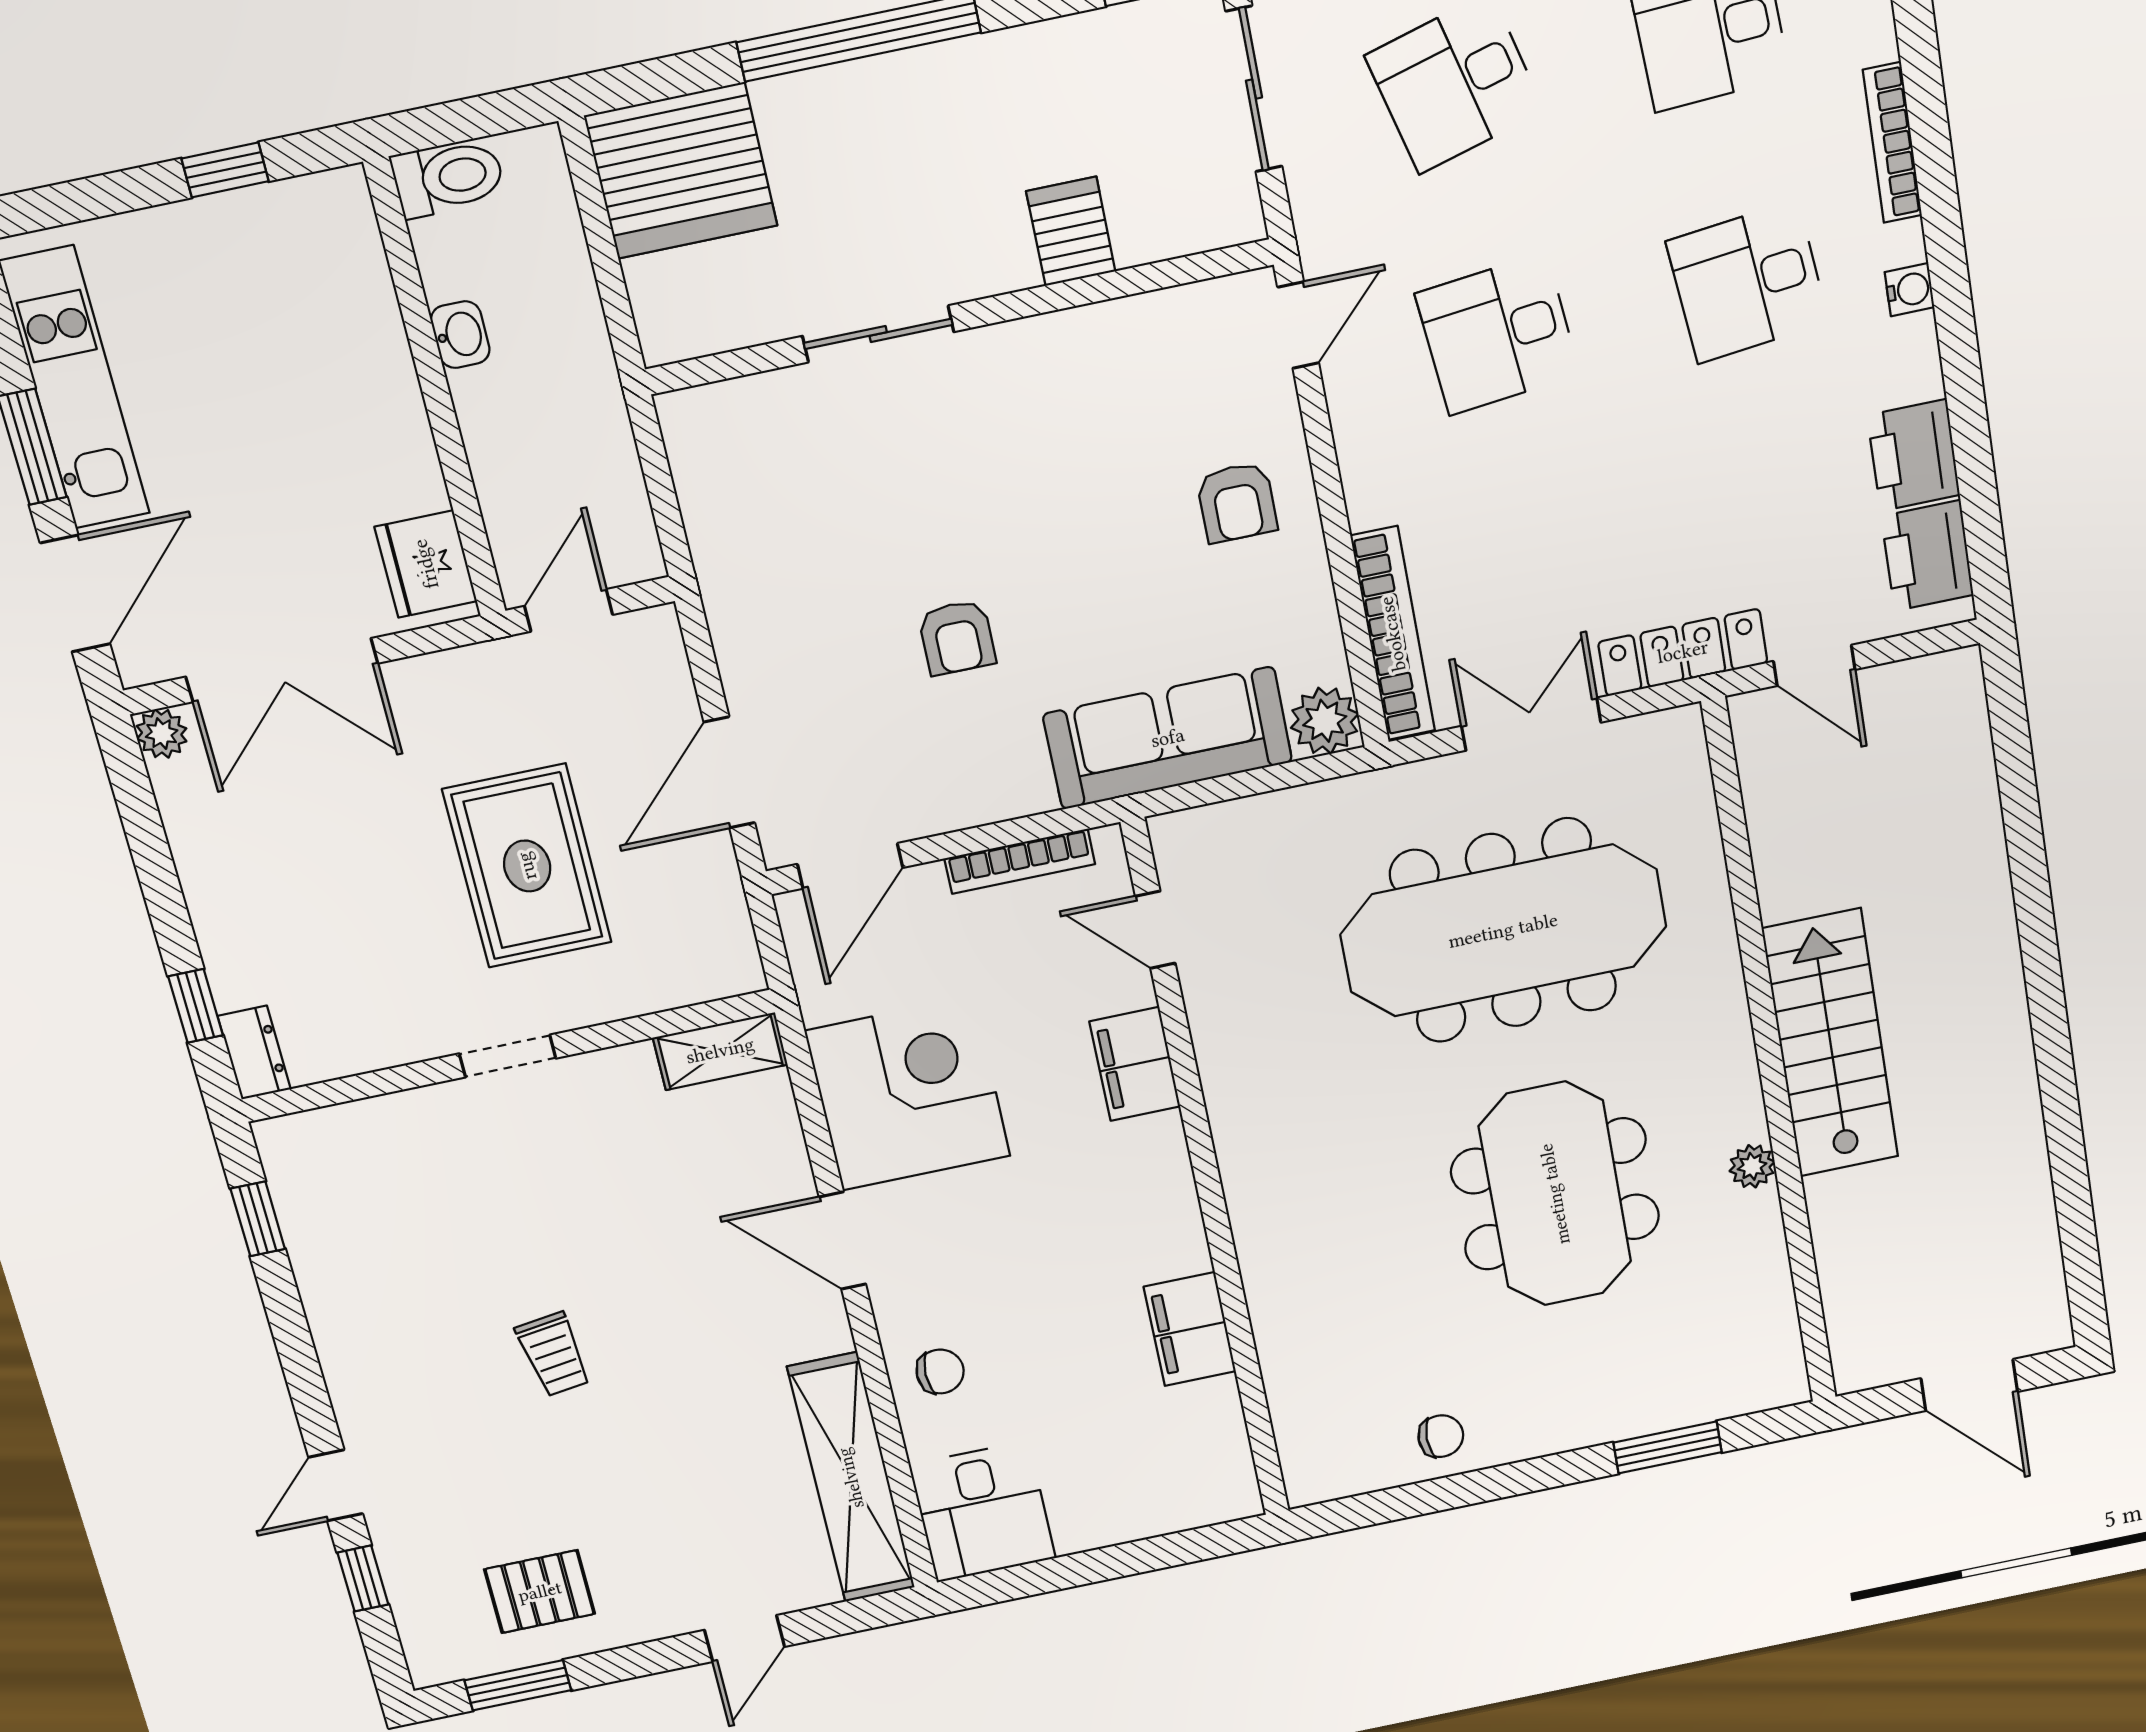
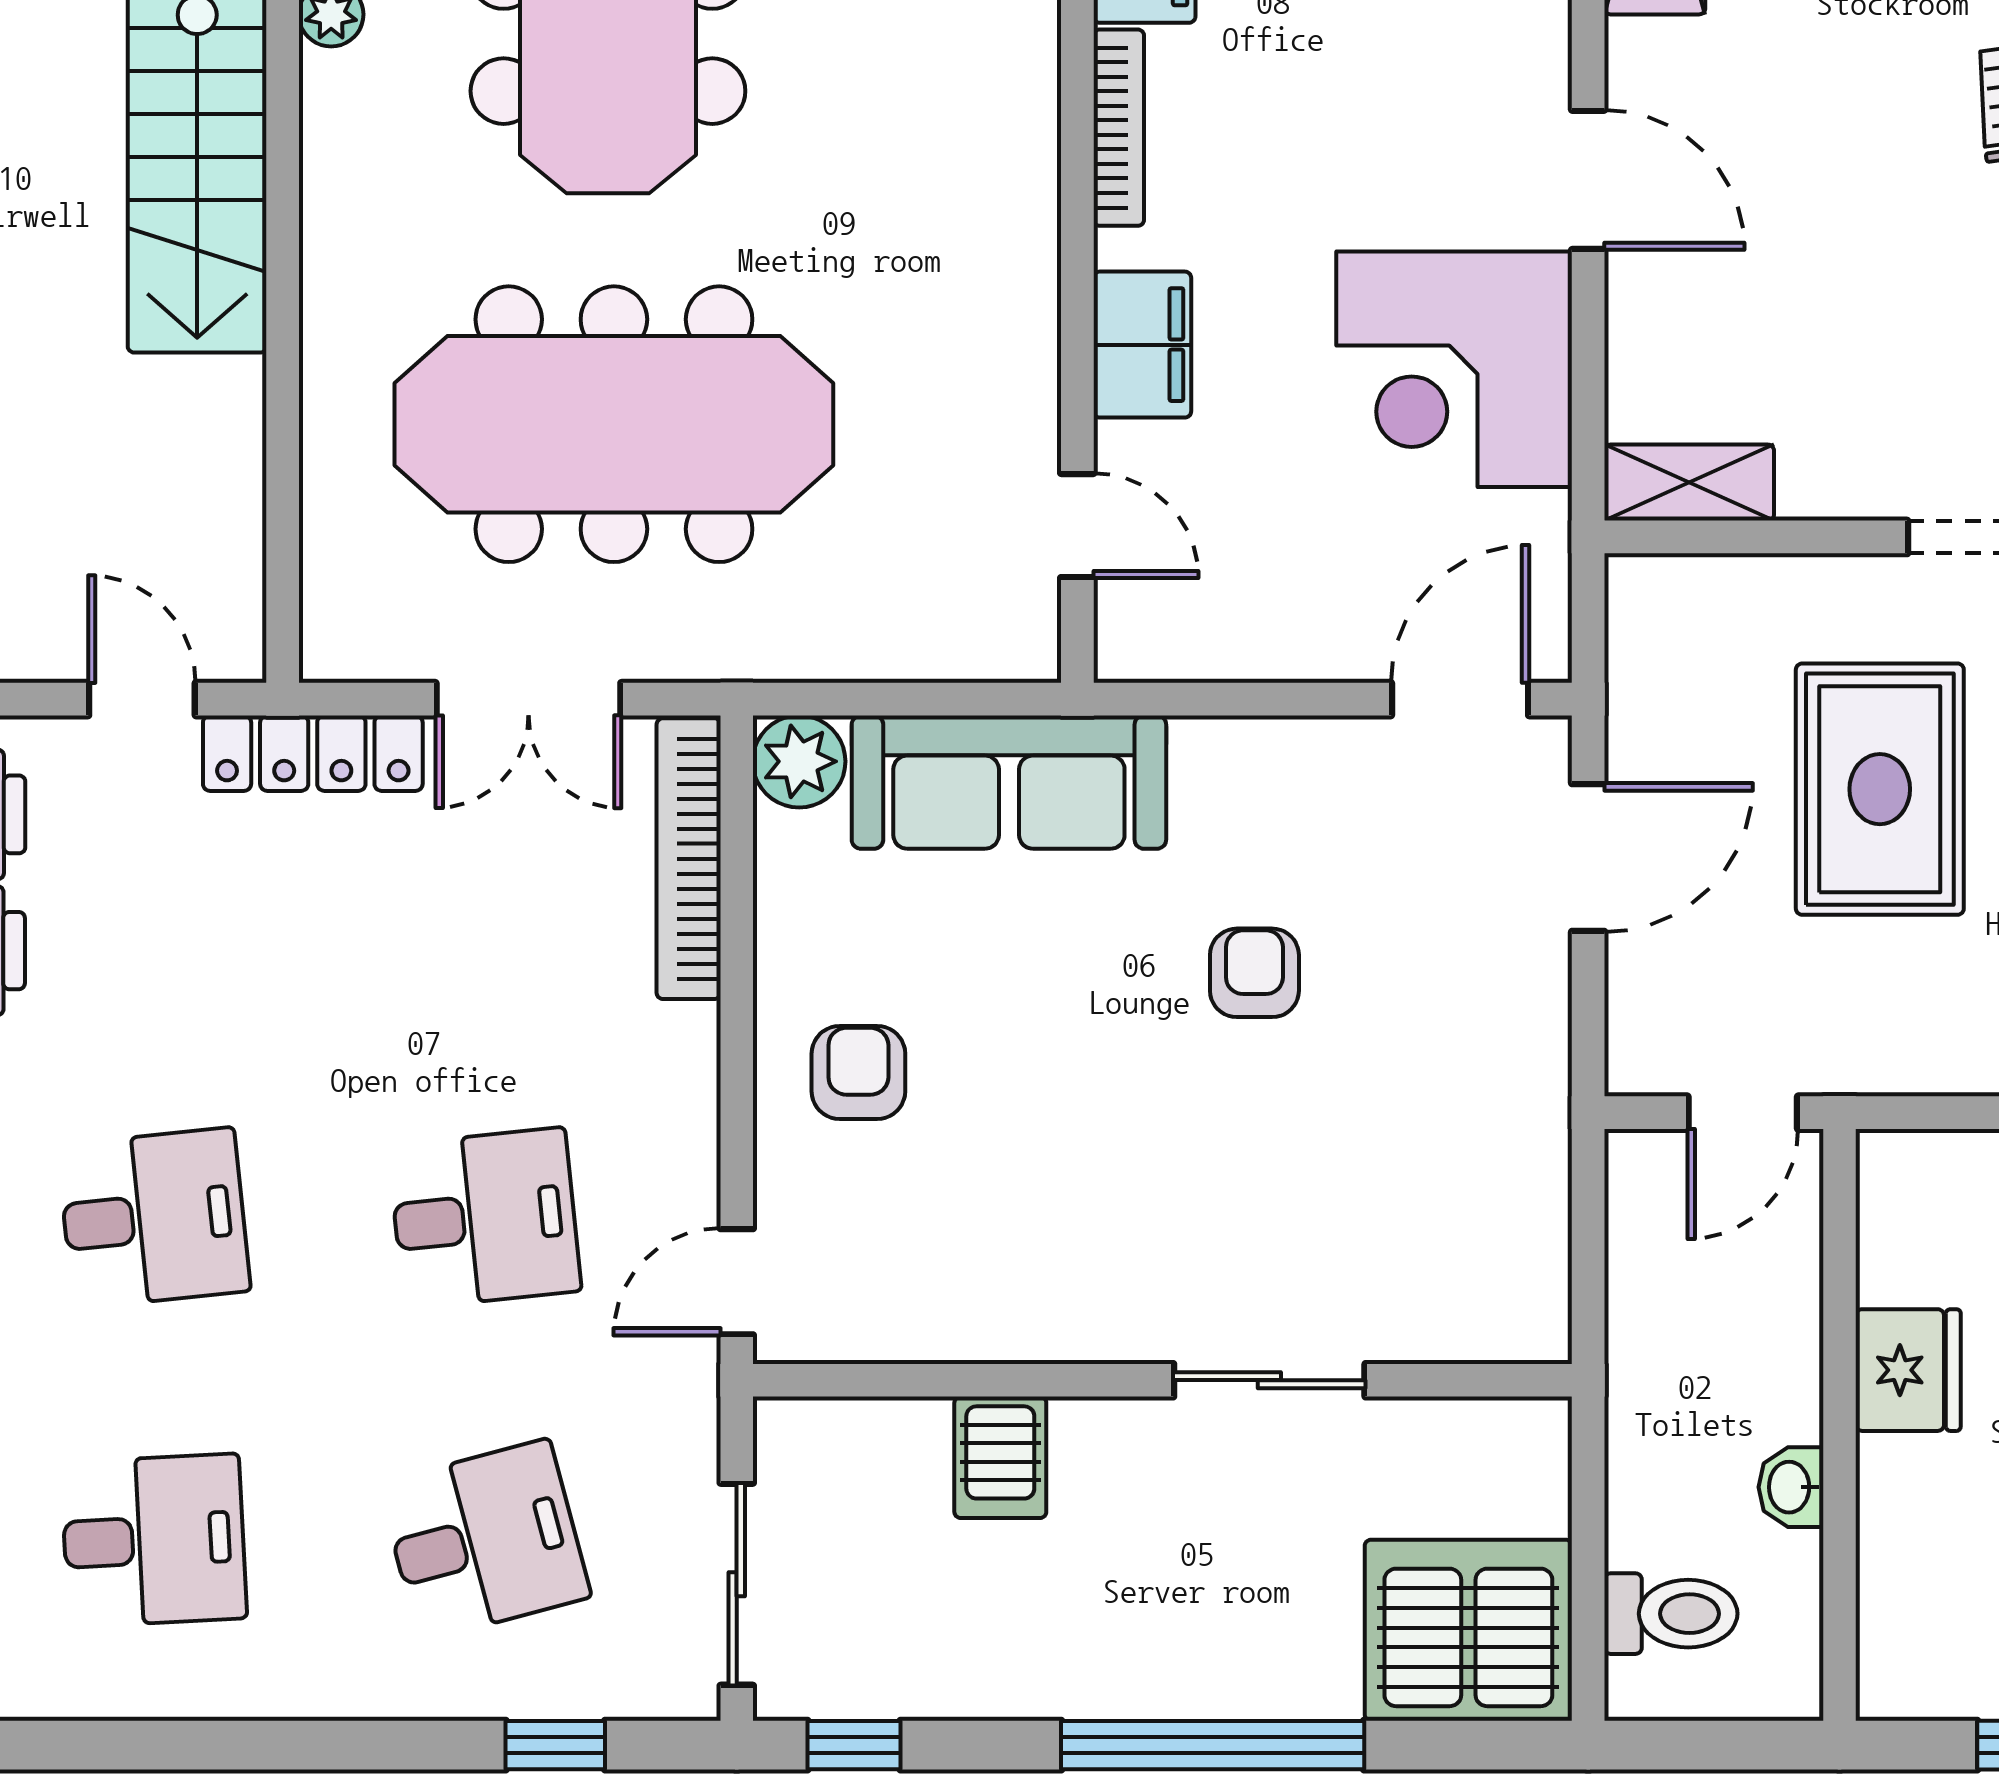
toilet: (448, 178) -> (1671, 1614), moved, turned 180
fridge: (426, 564) -> (1908, 1370), moved
bookcase: (1020, 861) -> (1119, 128), moved, turned 90

